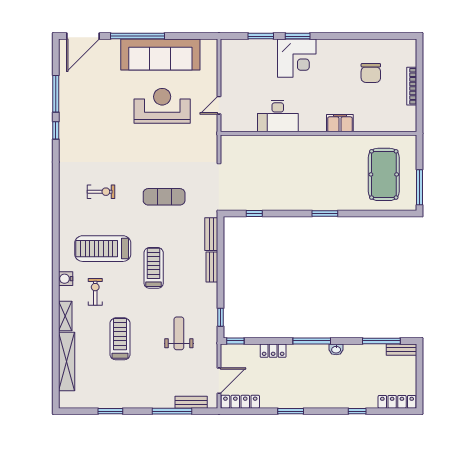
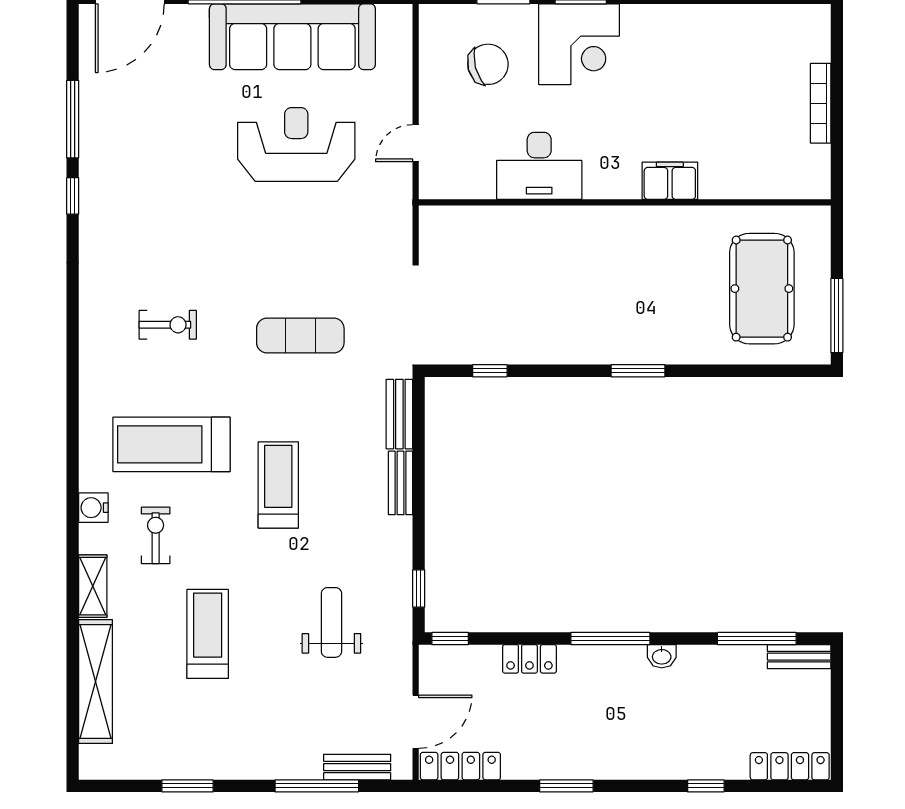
chair: (371, 73) -> (488, 64), moved, turned -105

